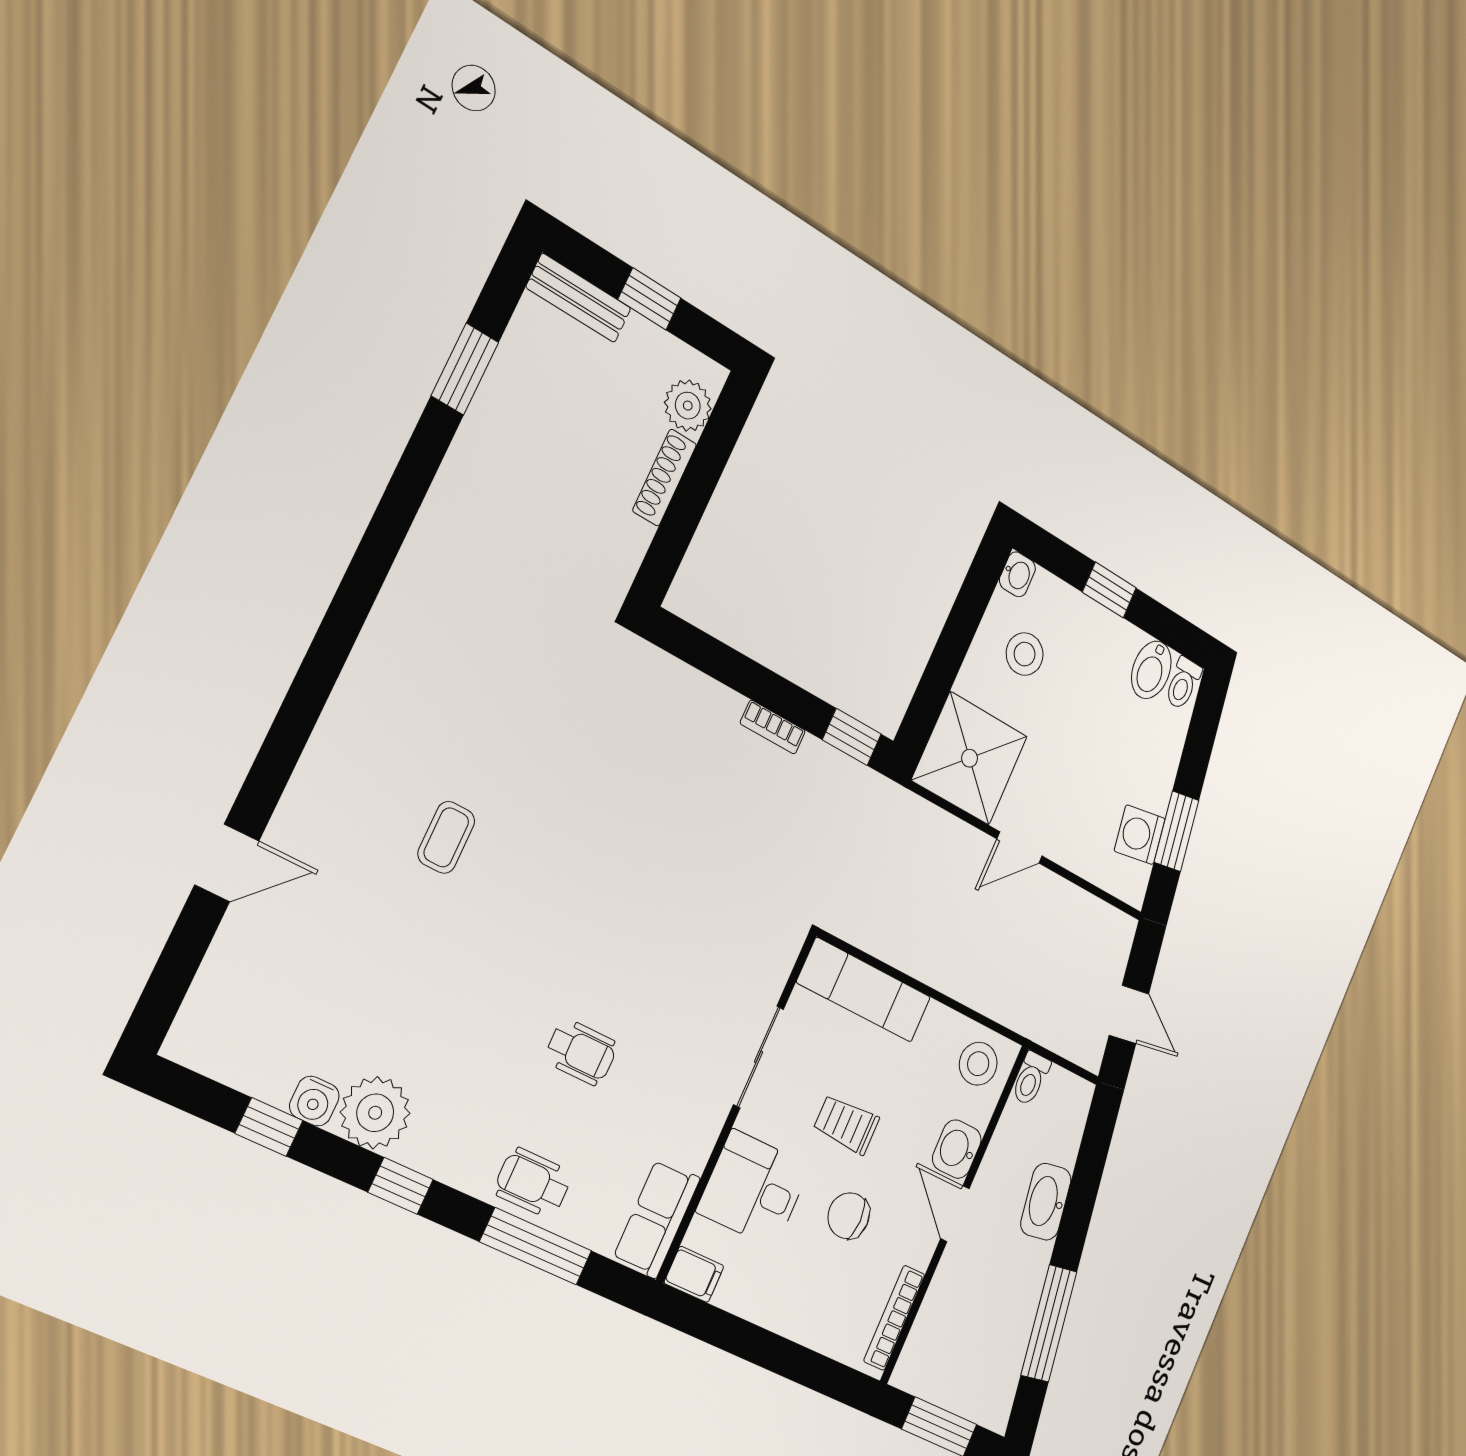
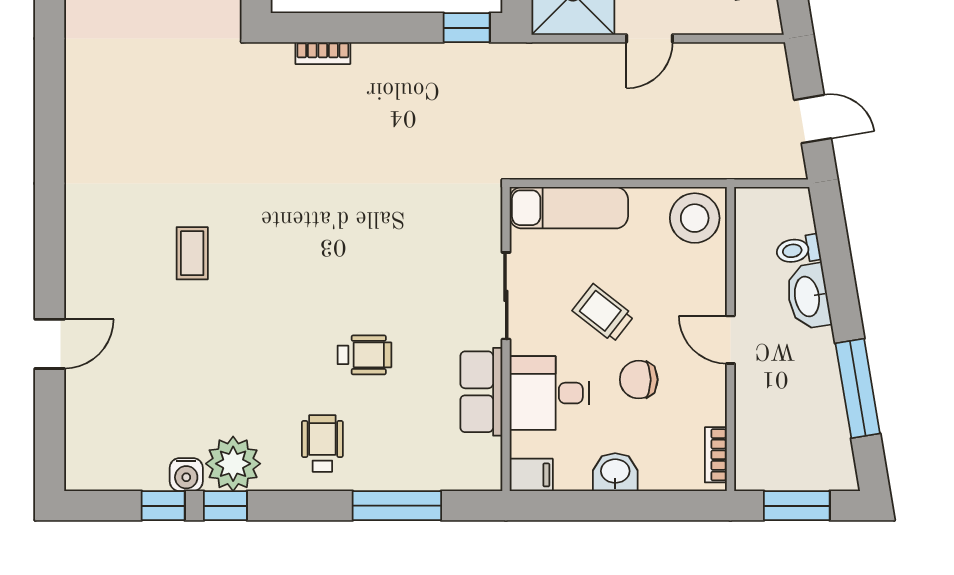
bookcase: (773, 727) -> (323, 53), moved
stool: (978, 1064) -> (695, 218), width x1.38, depth x1.38
toilet: (1031, 1078) -> (798, 250), moved, turned 81
trolley: (846, 1124) -> (603, 313), turned 38
washbasin: (957, 1149) -> (615, 472), moved, turned 90
wheelchair: (533, 1183) -> (322, 443), moved, turned 90
window: (401, 1186) -> (225, 506), moved
row of seats: (657, 1218) -> (481, 392), moved
bookcase: (894, 1318) -> (716, 455), width x0.64

